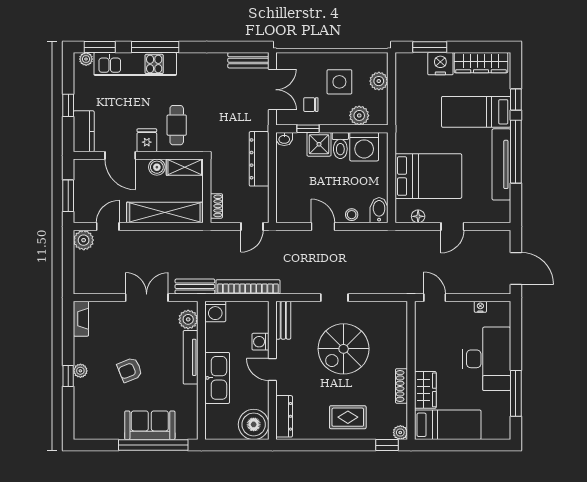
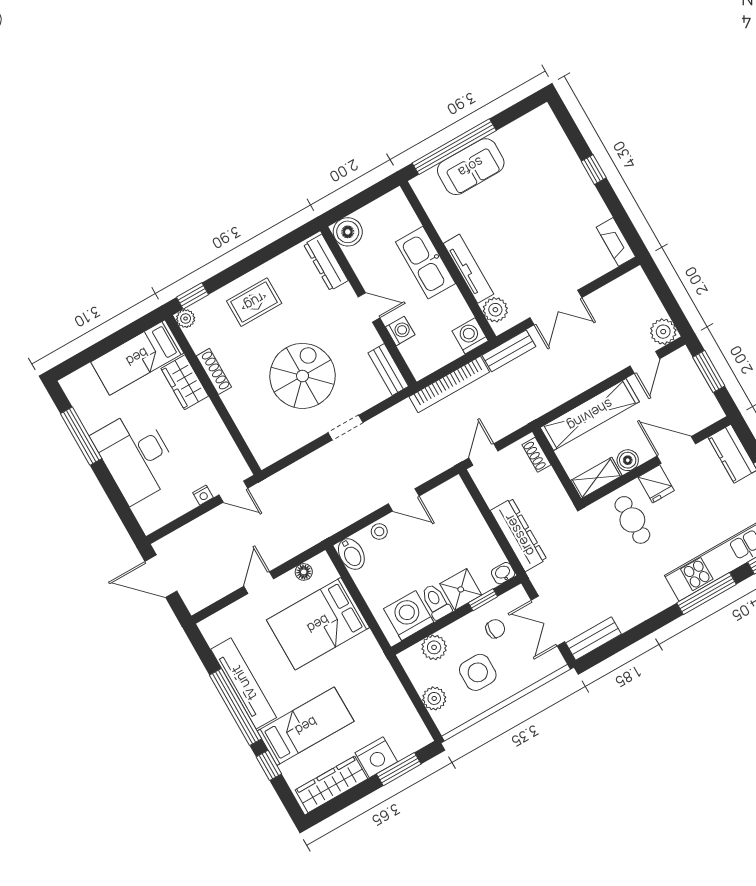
nightstand: (480, 307) -> (203, 495), moved
armchair: (130, 370) -> (529, 216), removed
plant: (80, 371) -> (583, 183), removed
boiler: (254, 424) -> (348, 232), width x0.73, depth x0.73

